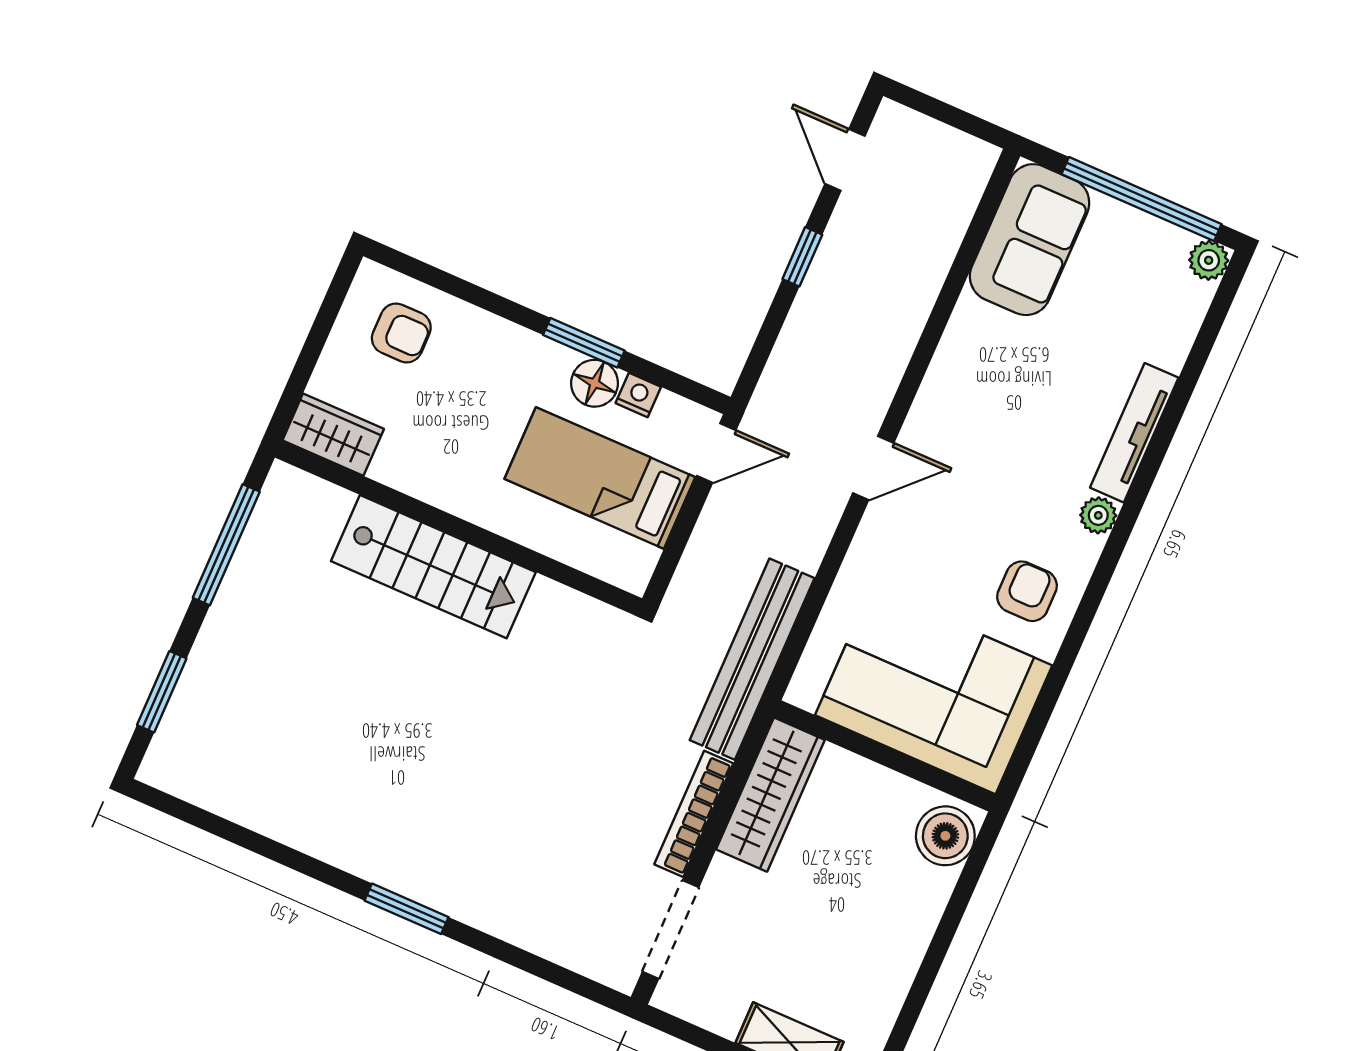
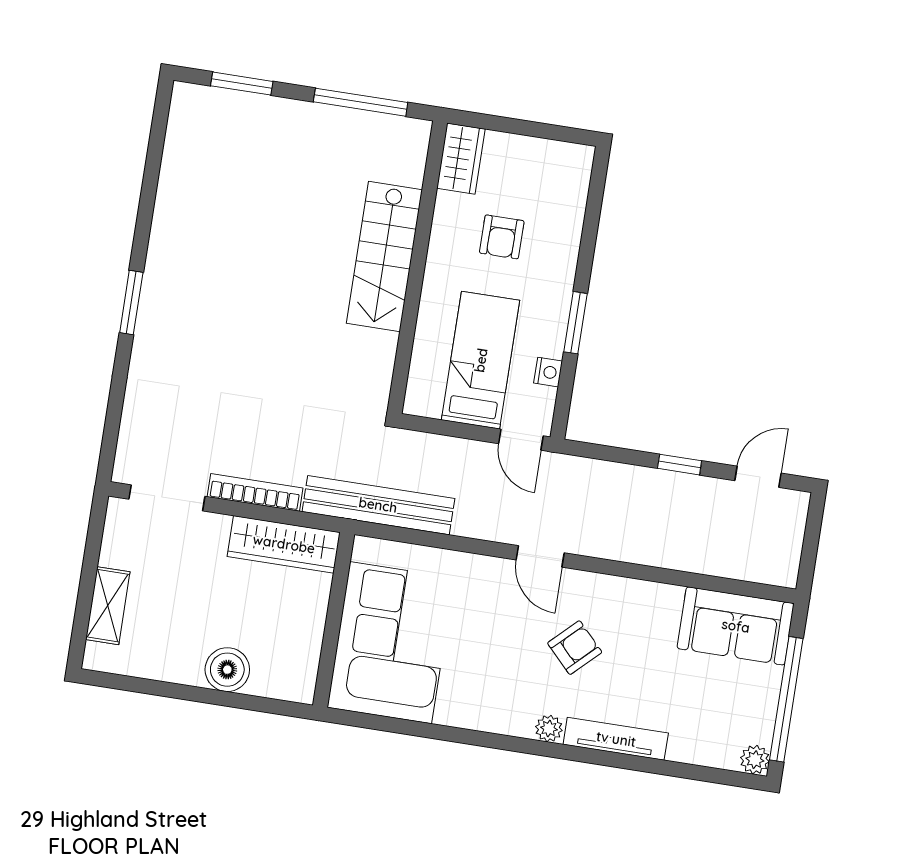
armchair: (401, 333) -> (502, 237), moved
floor lamp: (595, 383) -> (548, 338), removed
armchair: (1027, 591) -> (575, 648), moved, turned -44
boiler: (945, 836) -> (227, 670), moved

